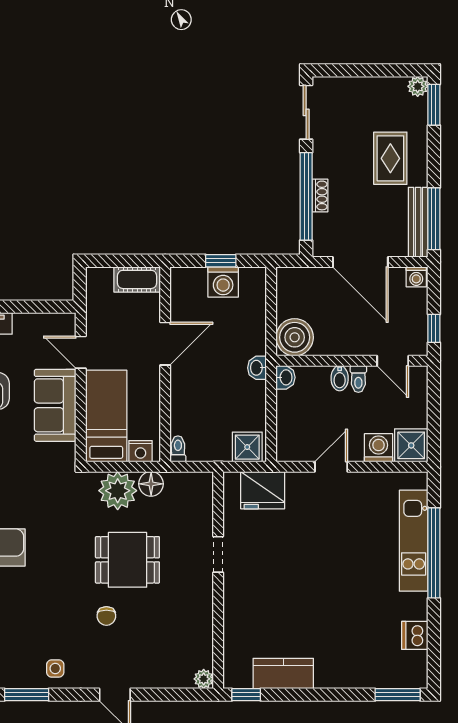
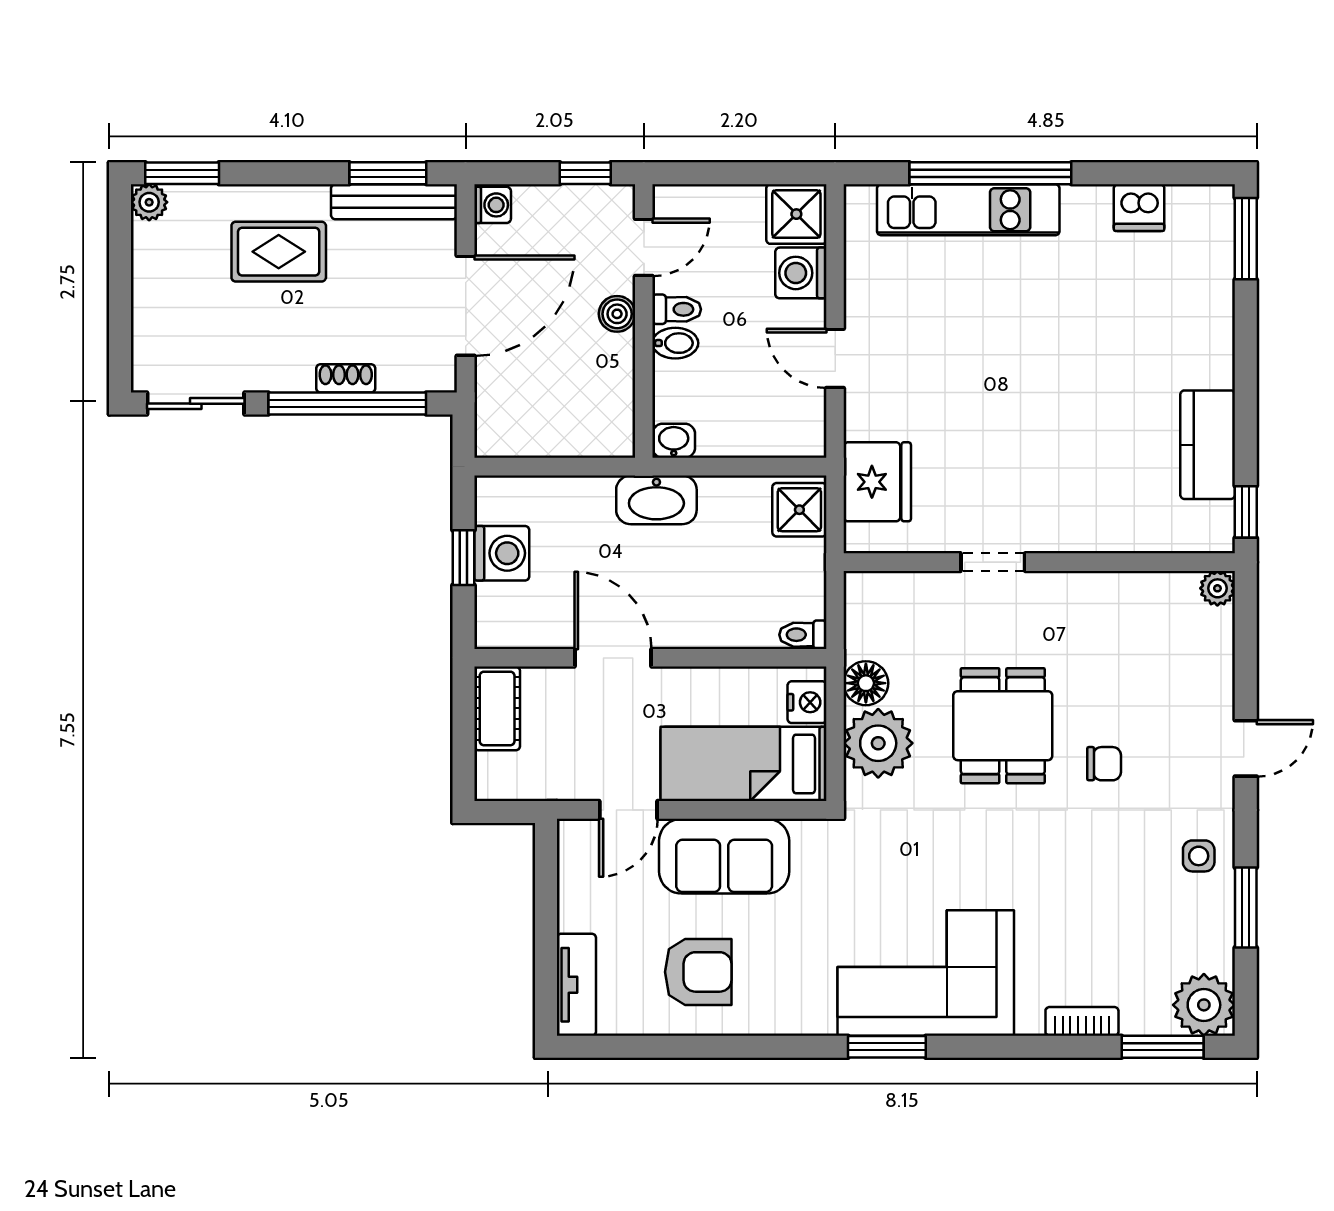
window: (434, 219) -> (388, 173), width x0.69
boiler: (295, 337) -> (617, 314), moved, width x0.54, depth x0.54
washbasin: (257, 368) -> (656, 500), width x1.91, depth x1.45

